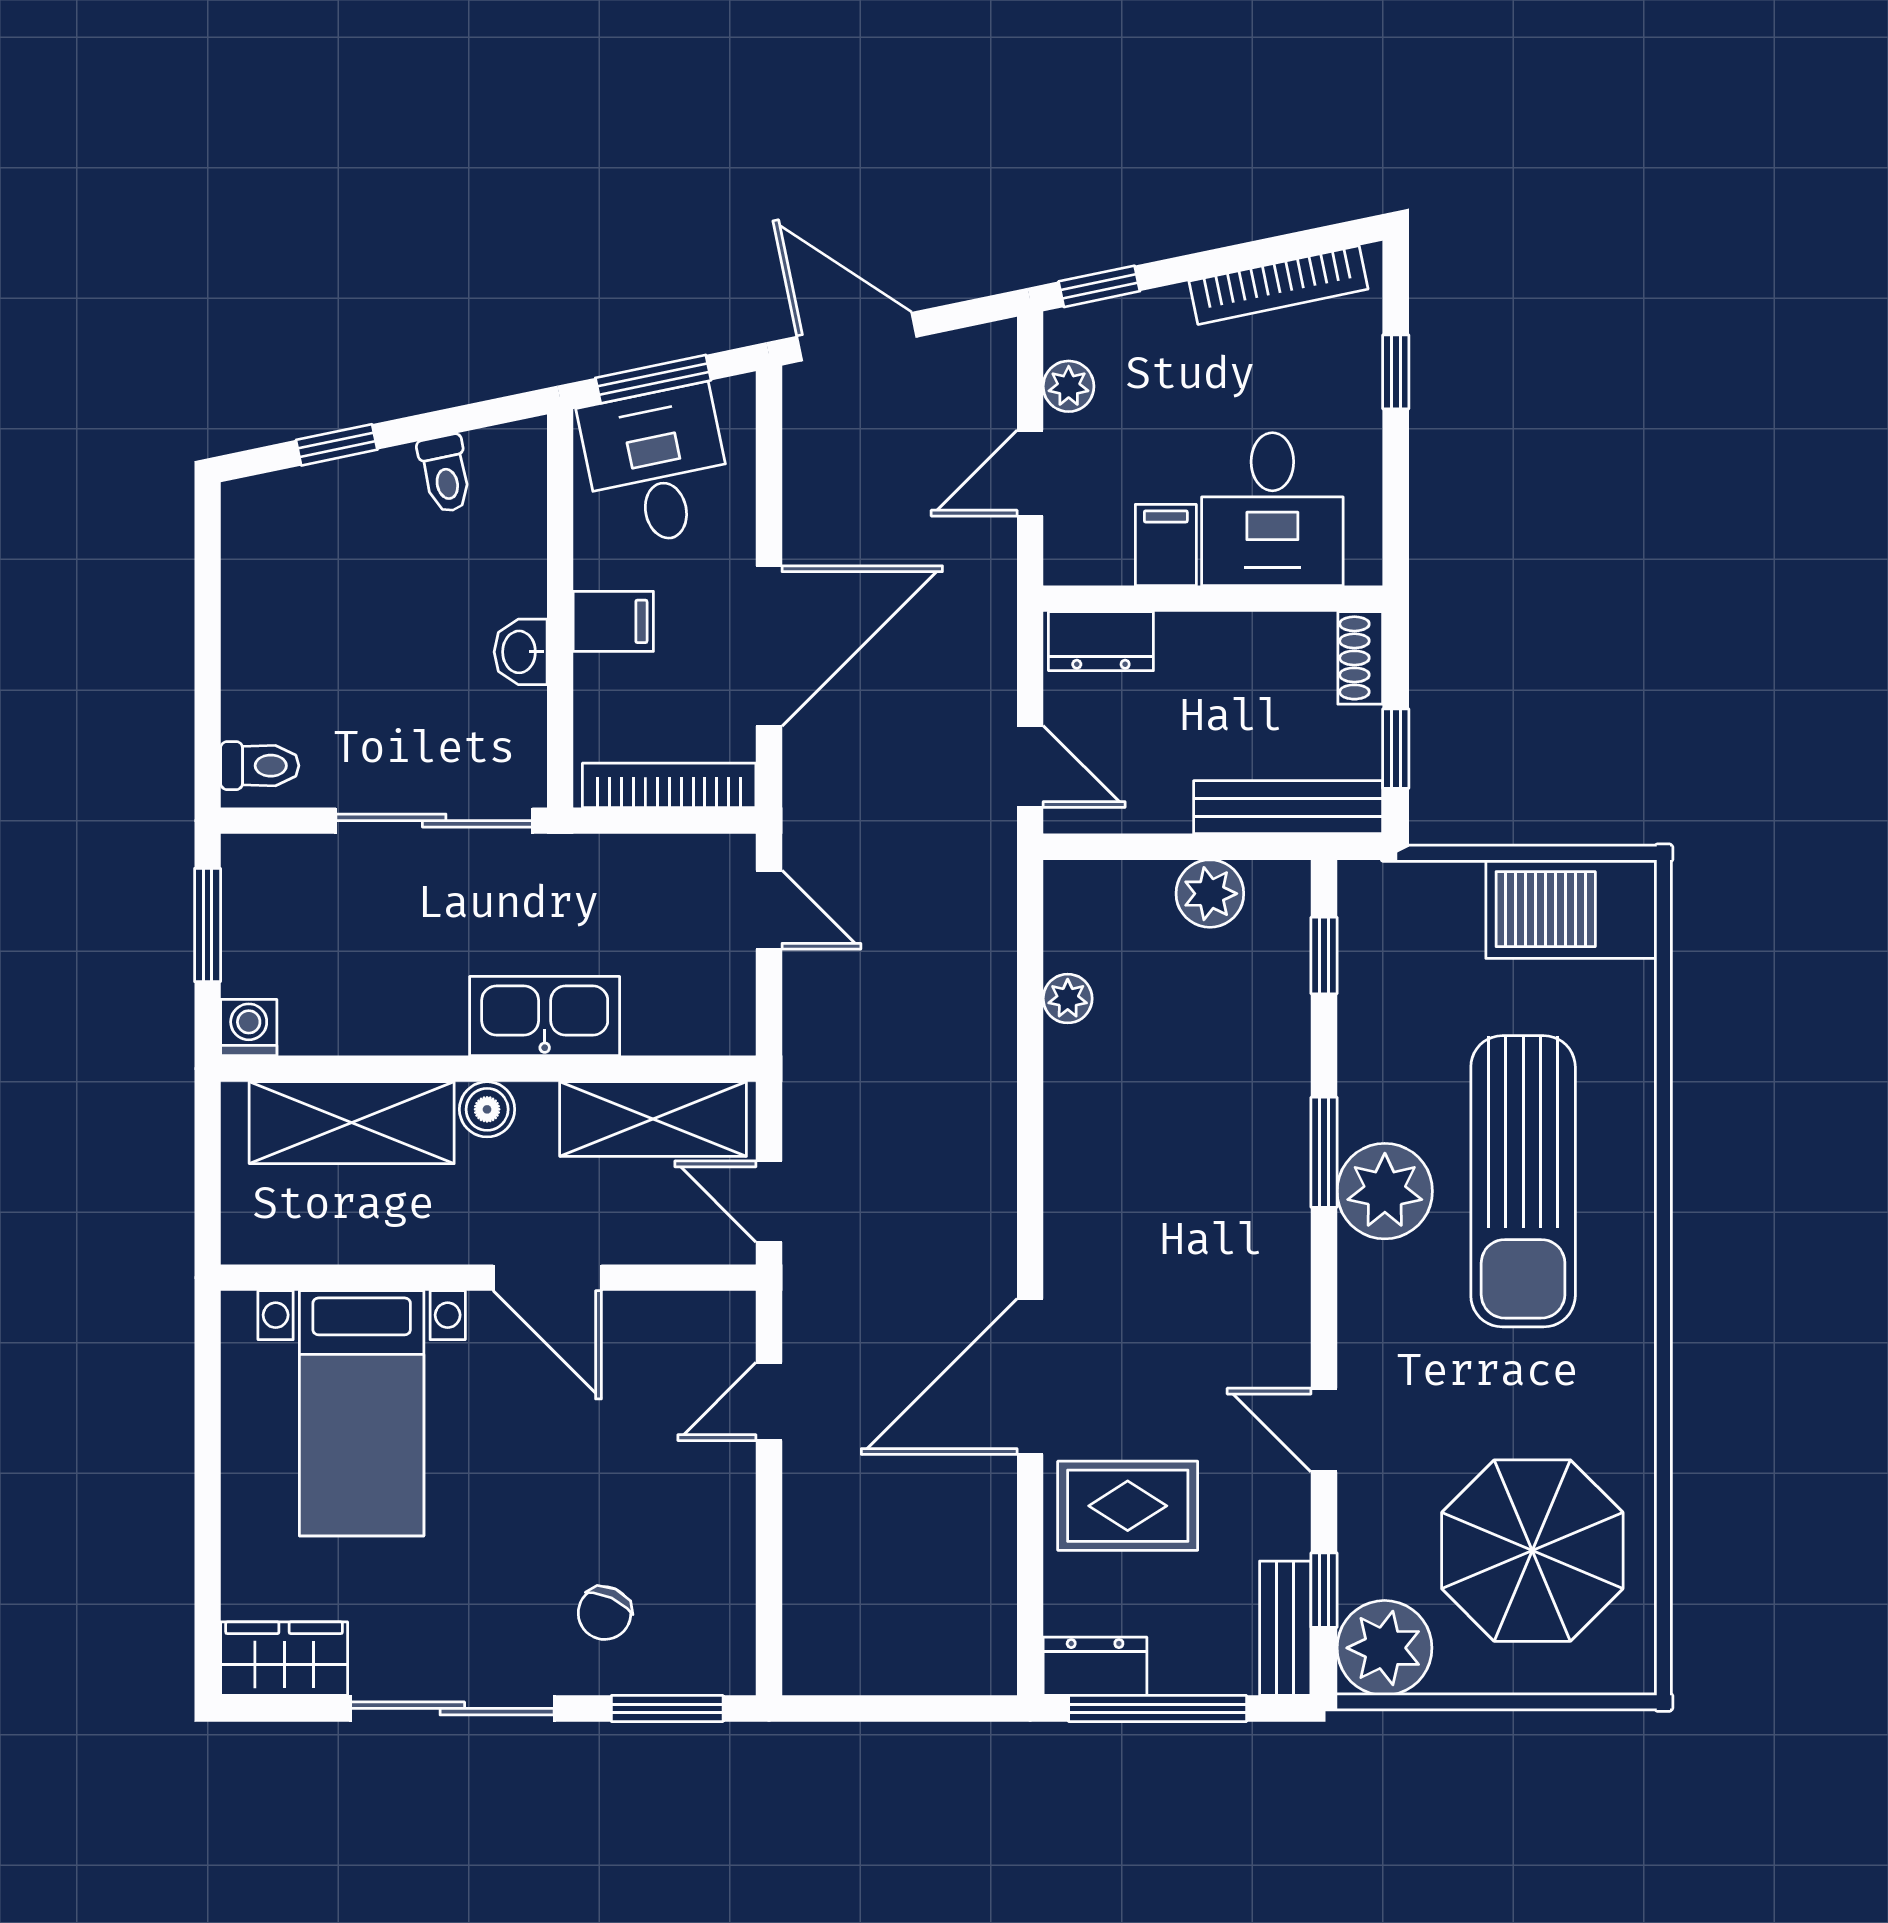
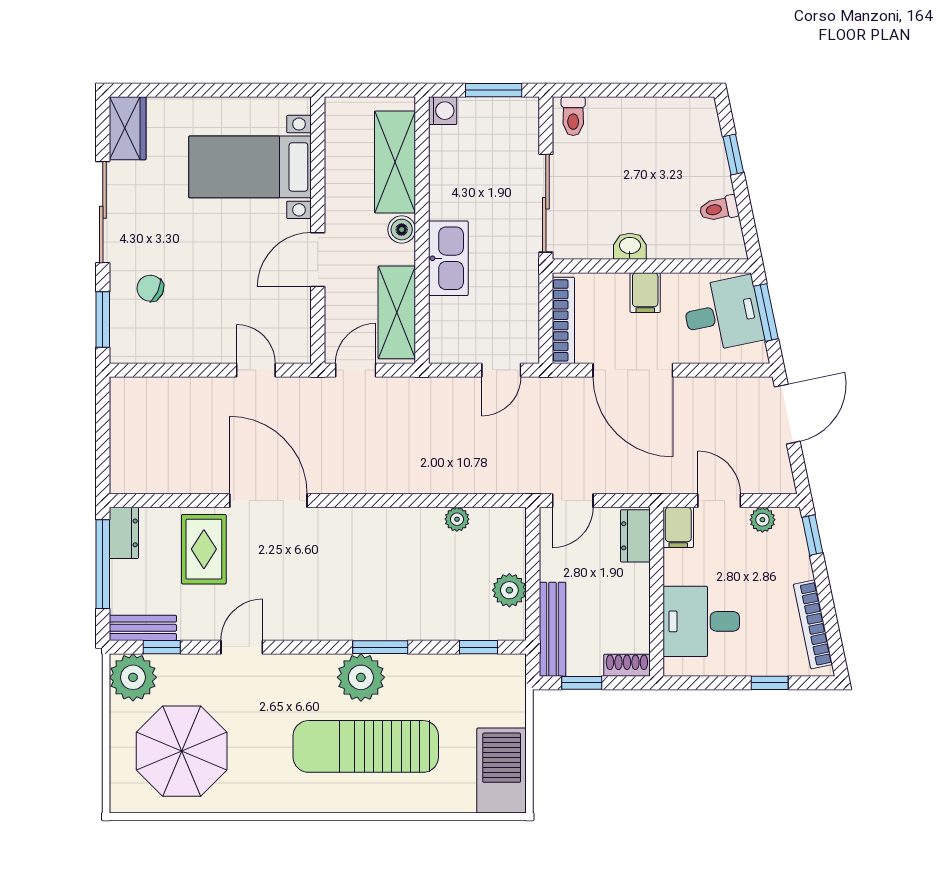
filing cabinet: (1166, 545) -> (678, 527), moved, turned 90

